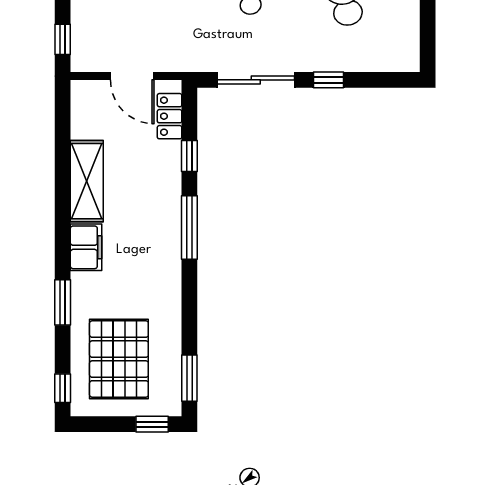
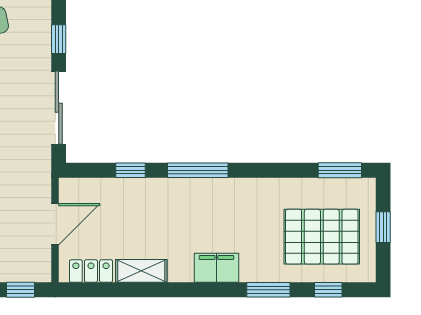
locker: (170, 116) -> (91, 271), moved, turned 180
shelving: (87, 181) -> (141, 271), width x0.67, depth x0.75
window: (63, 388) -> (328, 290), moved
window: (152, 424) -> (383, 227), moved

